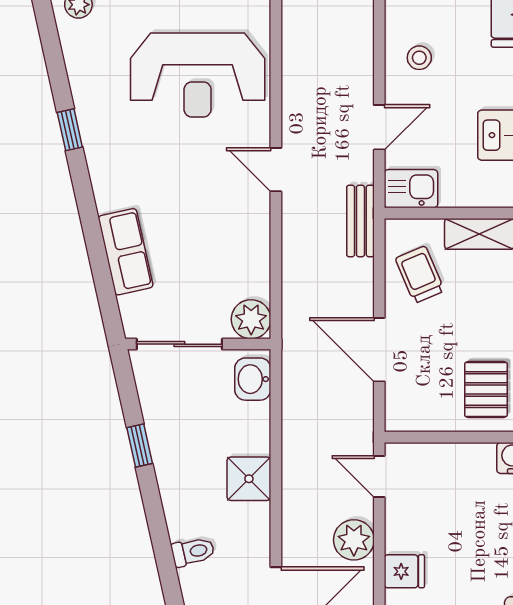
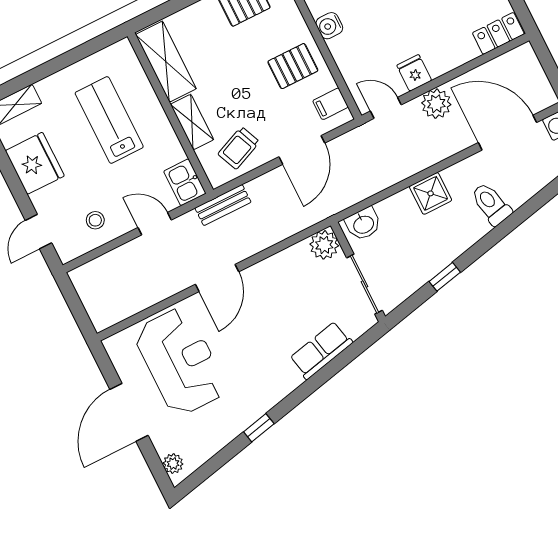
door: (276, 170) -> (217, 278), width x1.38
filing cabinet: (418, 412) -> (330, 104), added
door: (379, 476) -> (386, 108), swing flipped
toilet: (193, 552) -> (491, 204), width x1.37, depth x1.39
fridge: (404, 571) -> (414, 73), moved

